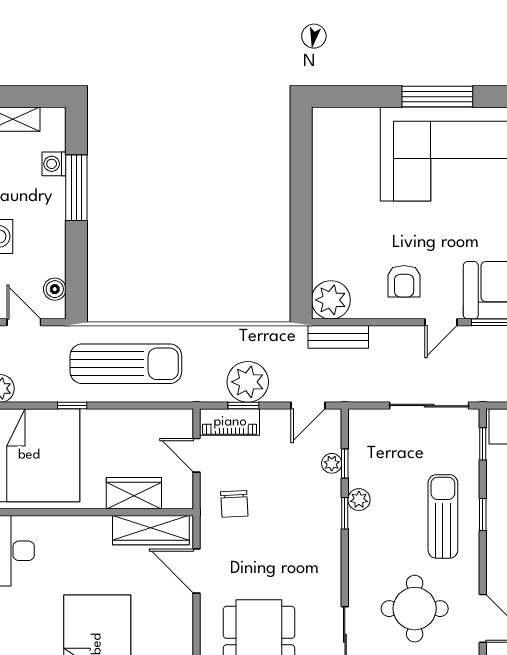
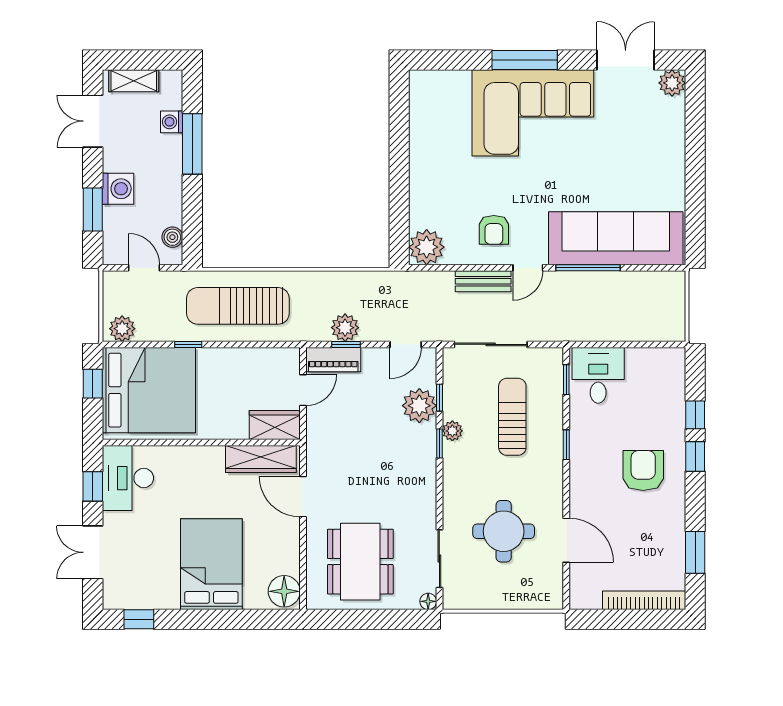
bench: (338, 337) -> (483, 281), moved
sun lounger: (126, 364) -> (238, 306), turned 180
plant: (248, 382) -> (345, 328), width x0.73, depth x0.73
sliding door: (429, 406) -> (491, 344), moved
door: (197, 455) -> (303, 390), swing flipped
plant: (332, 463) -> (419, 406), width x1.88, depth x1.88
wardrobe: (134, 493) -> (275, 425), moved
chair: (234, 504) -> (338, 435), removed
sun lounger: (443, 516) -> (512, 417), moved

